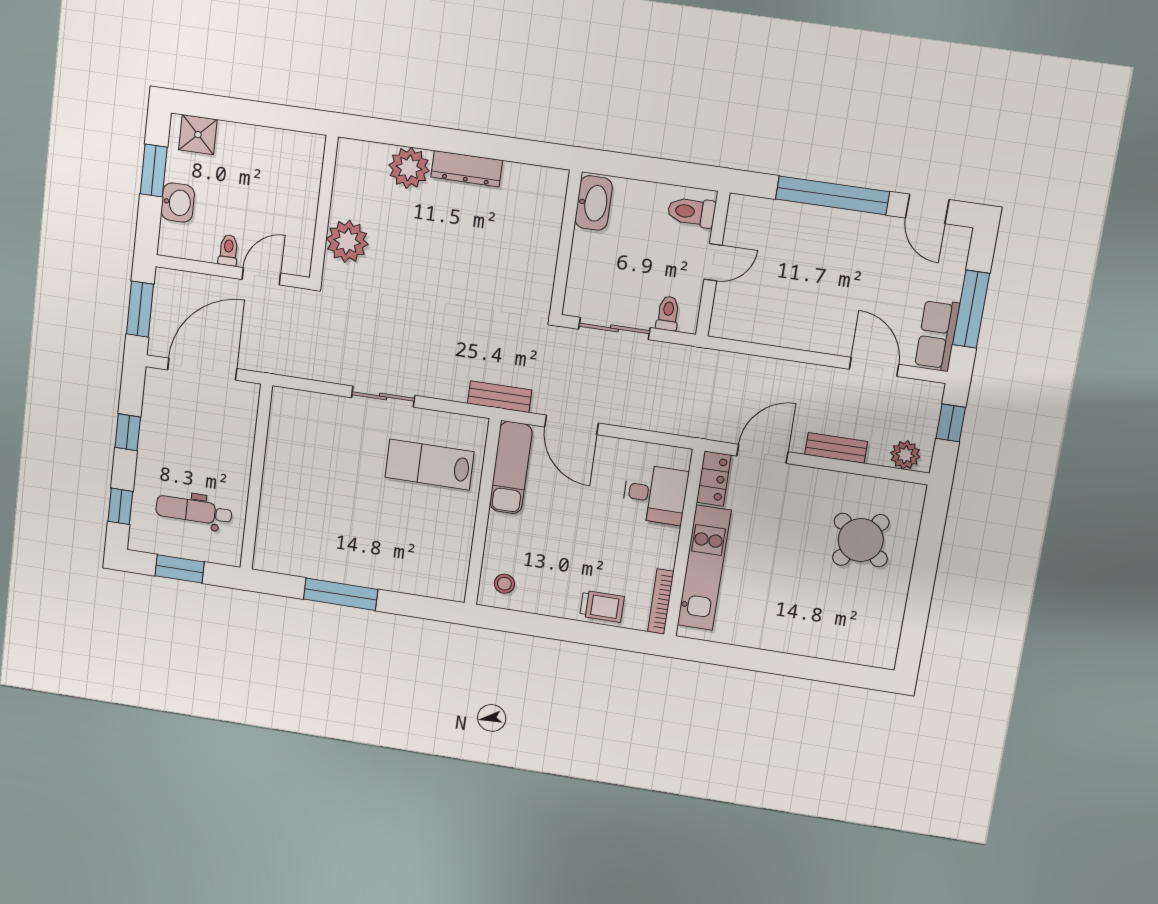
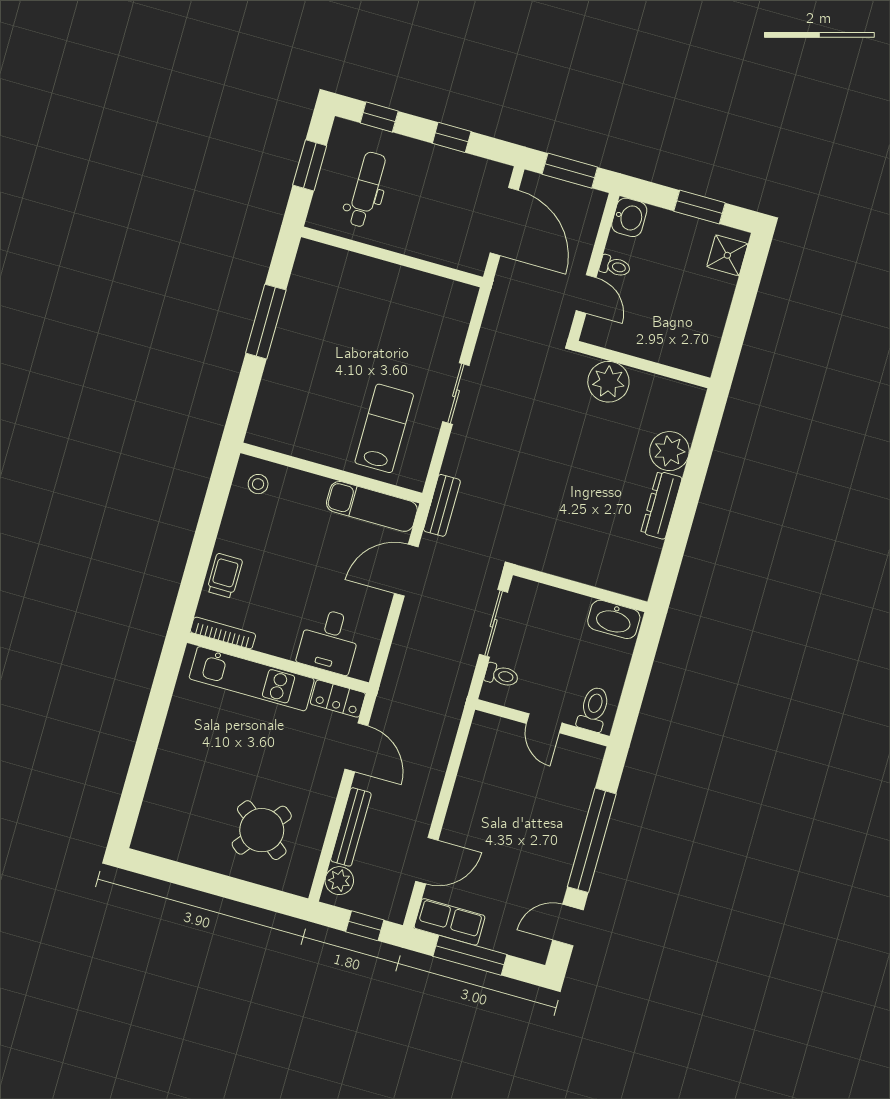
washbasin: (178, 203) -> (629, 217), moved, turned -90
bench: (836, 448) -> (351, 827), width x1.36
trolley: (602, 606) -> (225, 576), turned 180

